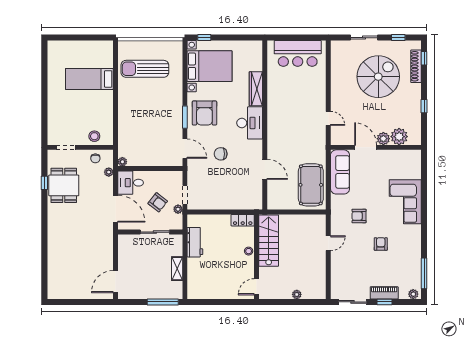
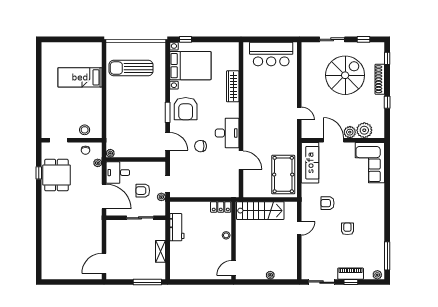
shoe rack: (416, 66) -> (380, 79), moved
desk: (250, 123) -> (227, 133), moved
armchair: (158, 202) -> (143, 191), turned 142
corner sofa: (405, 202) -> (370, 163), moved
stairs: (269, 241) -> (260, 211), moved, turned 90

